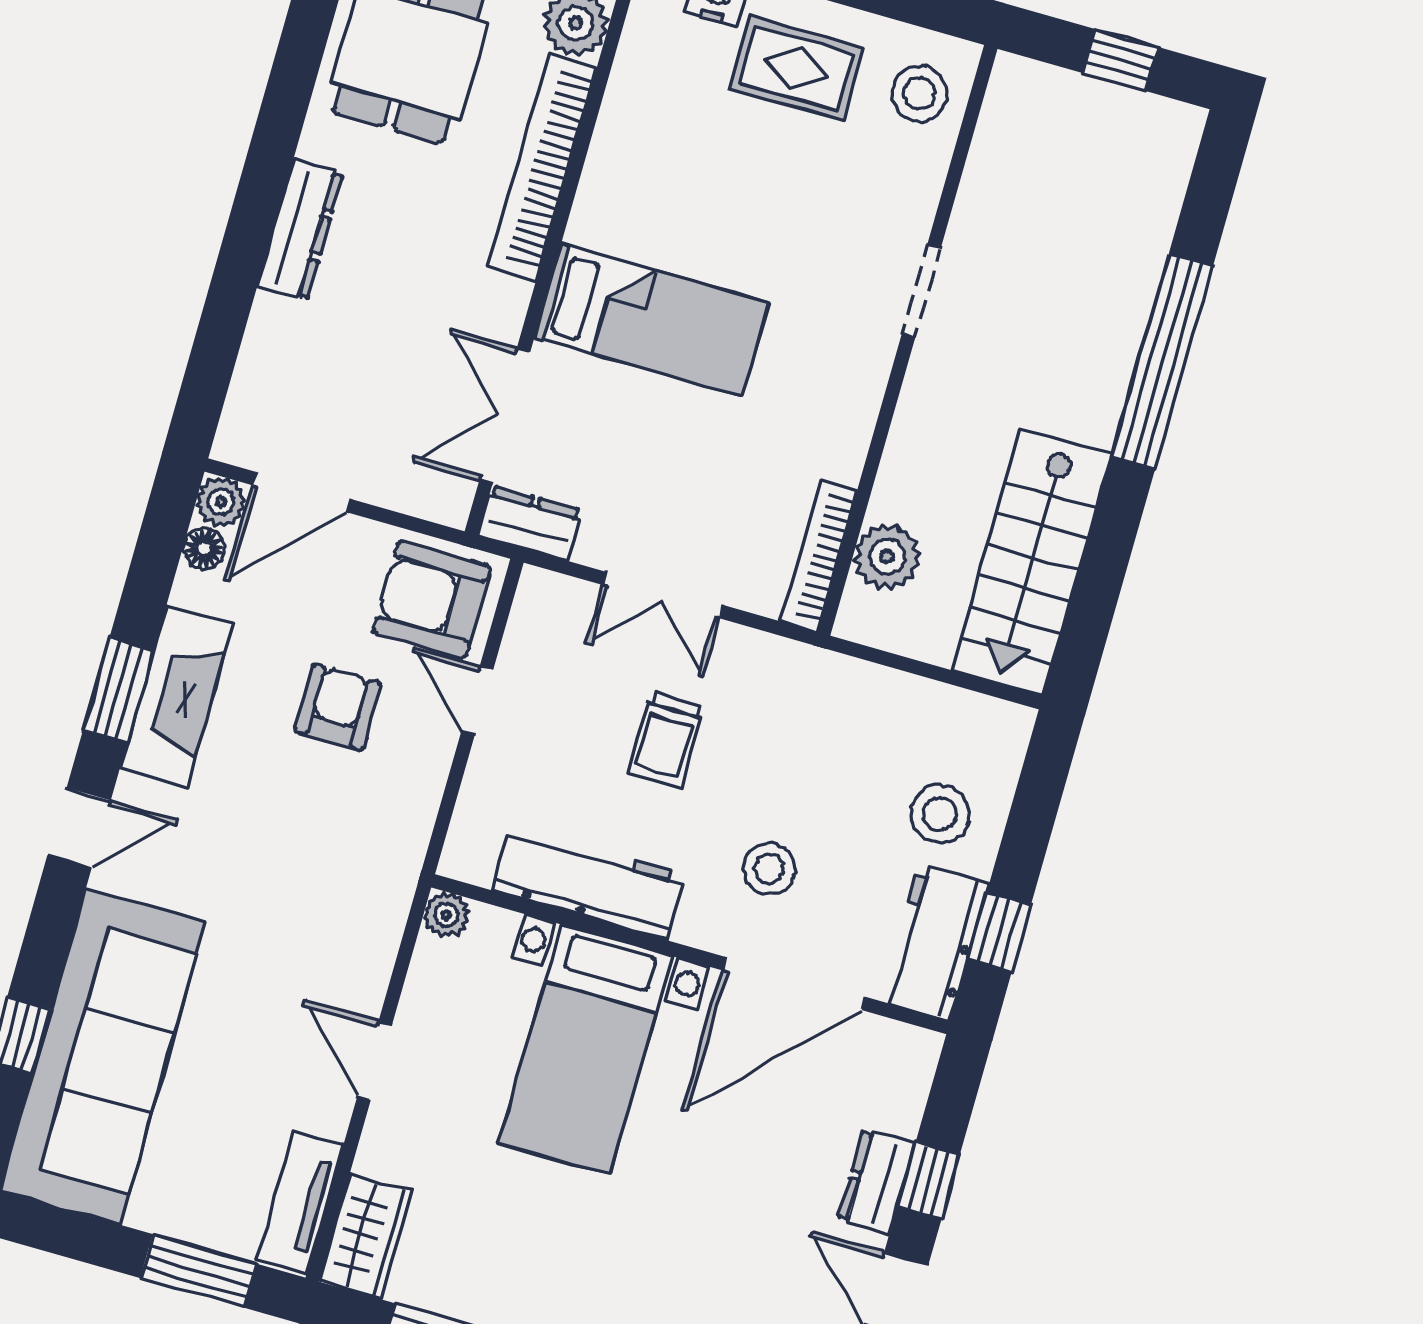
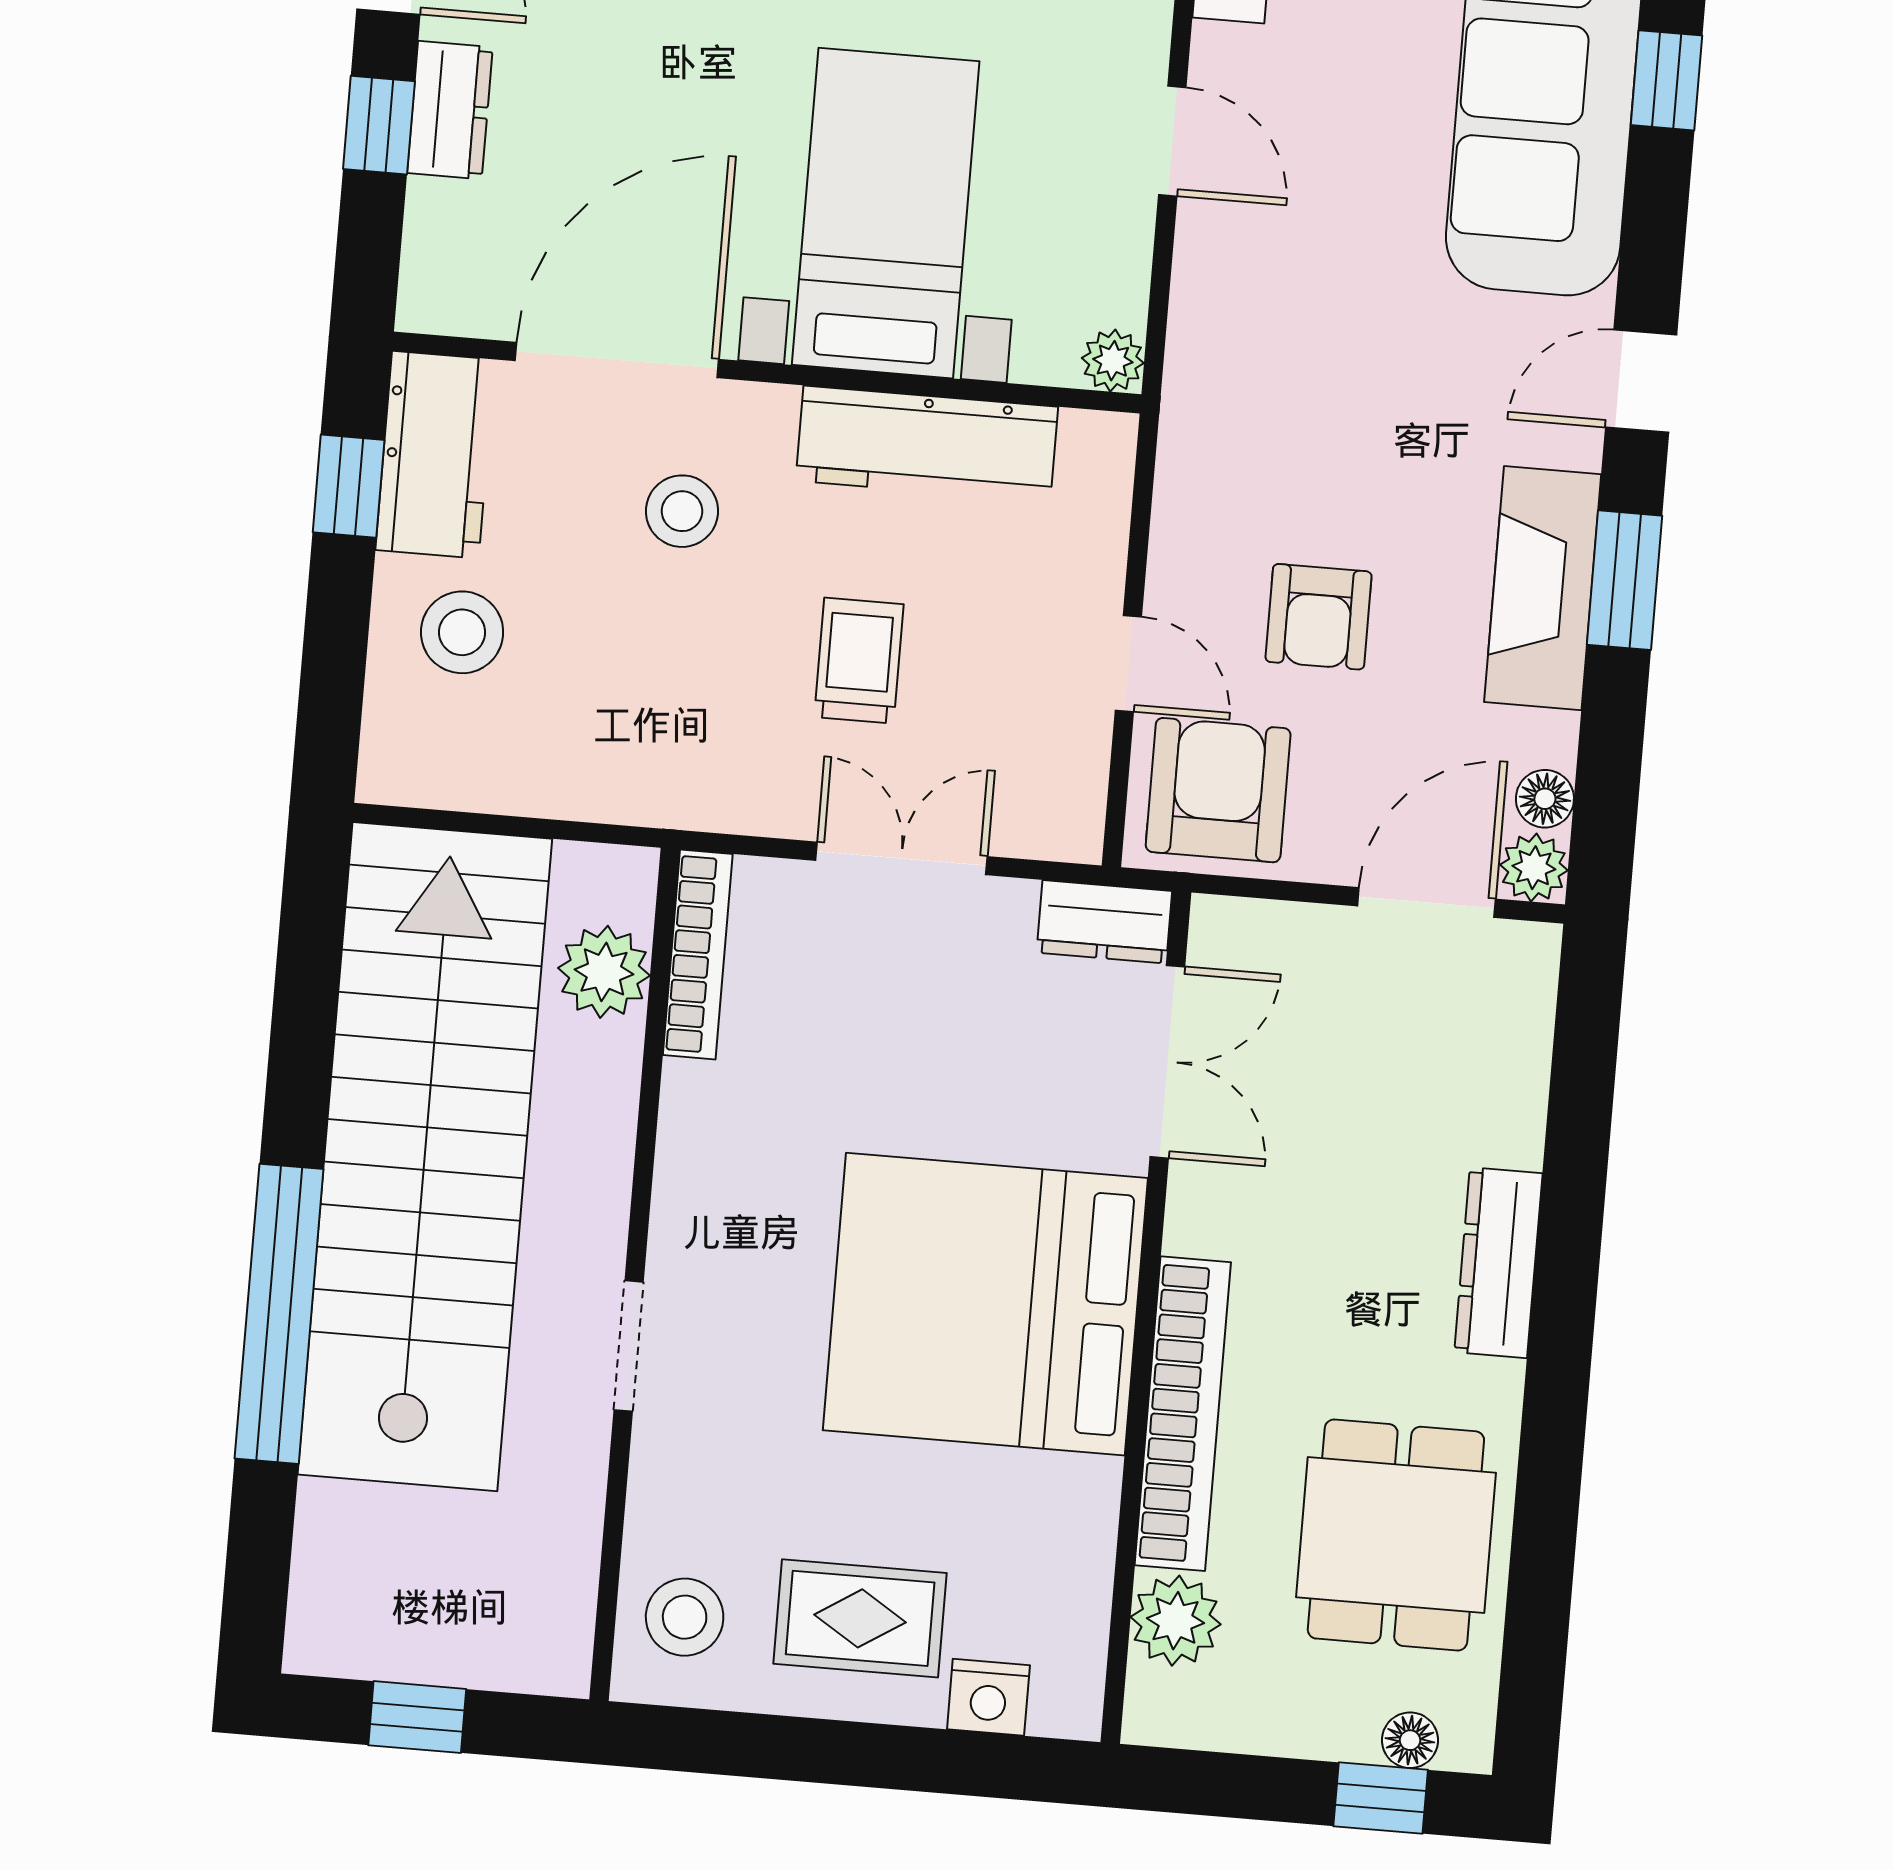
bed: (652, 320) -> (985, 1304), width x2.04
stairs: (1032, 562) -> (425, 1157), width x1.86, depth x1.51
armchair: (432, 599) -> (1218, 790), turned -90

